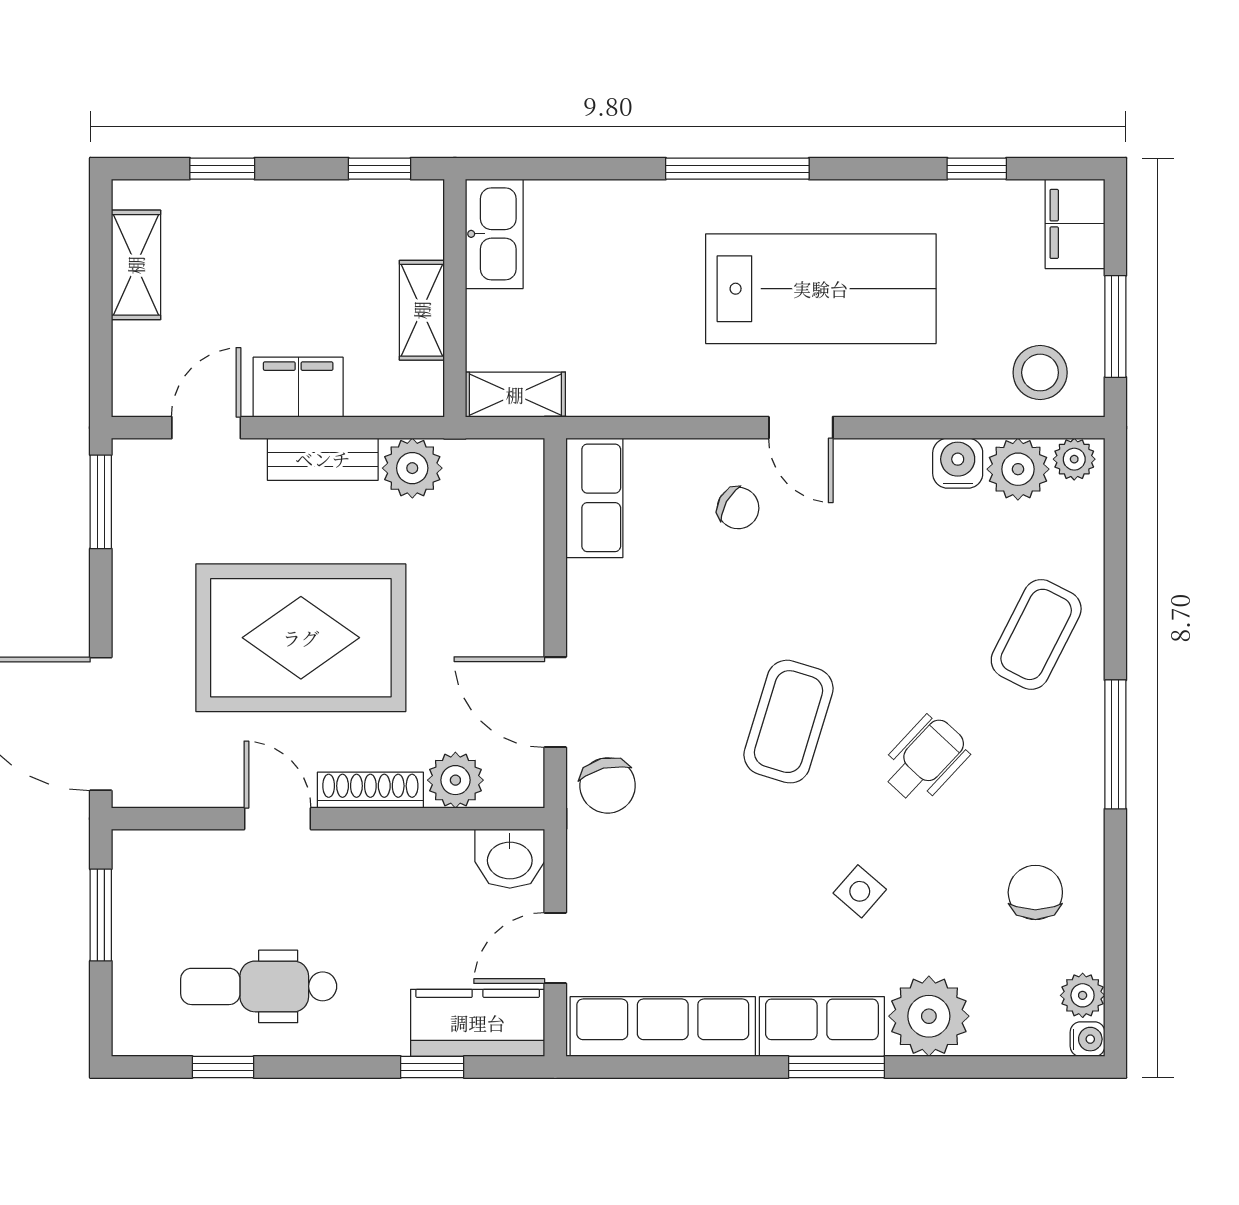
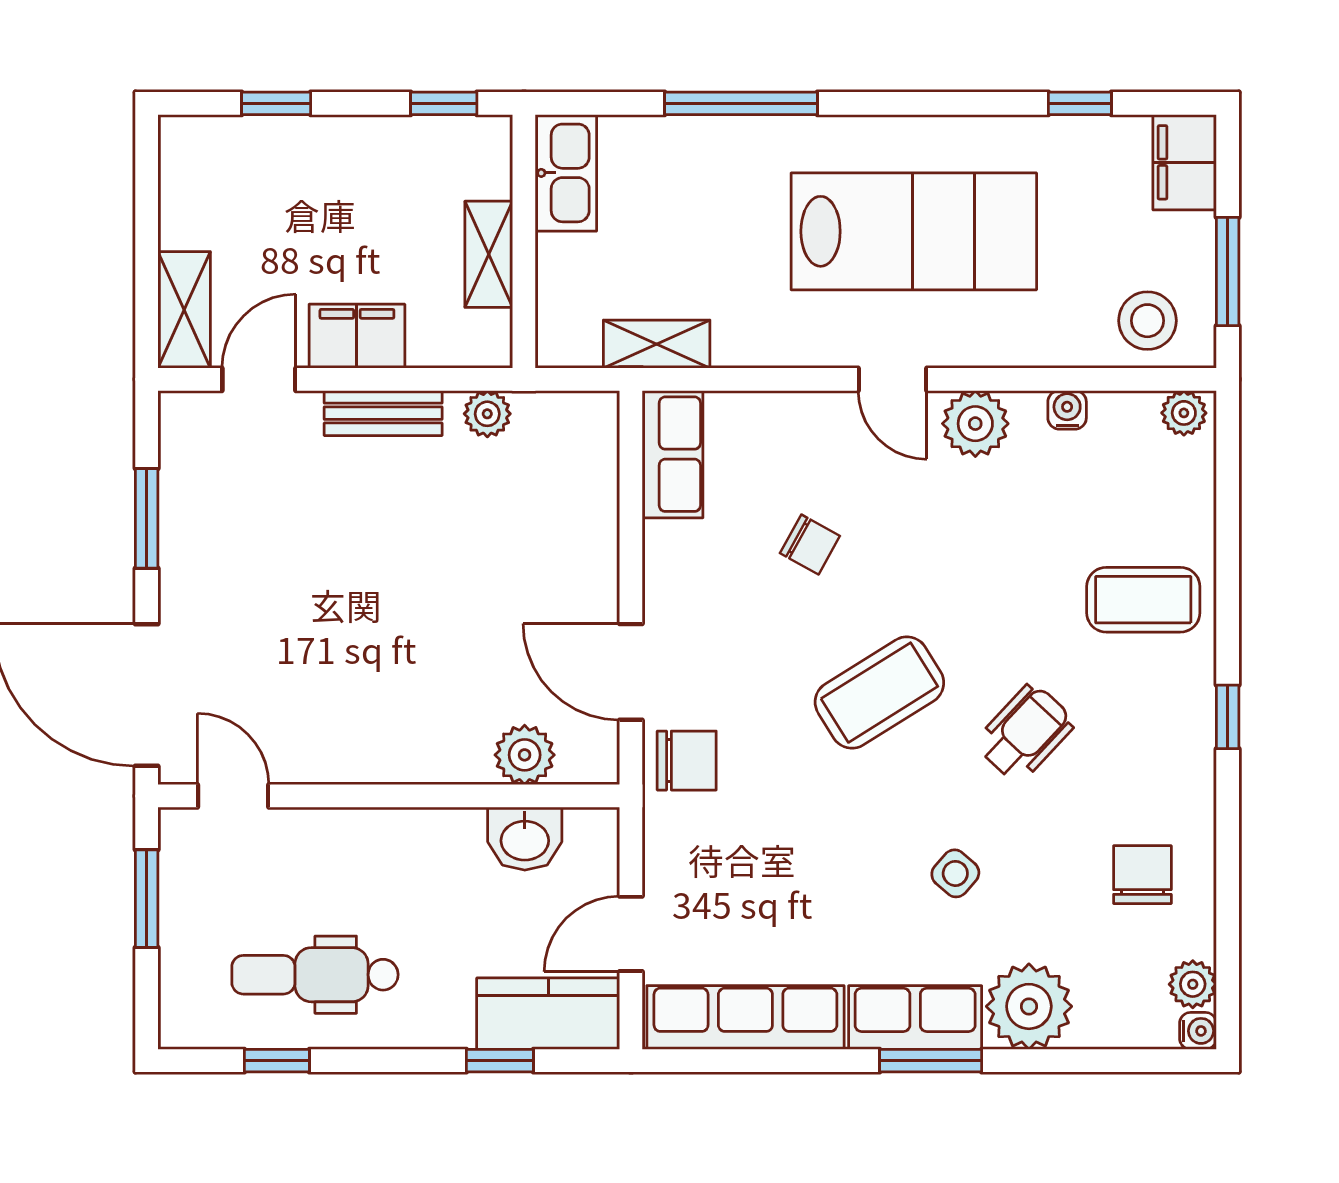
window: (737, 169) -> (741, 103), moved
shelving: (136, 265) -> (184, 310), moved
shelving: (515, 395) -> (657, 344), moved
water cooler: (958, 463) -> (1067, 410), width x0.72, depth x0.72
plant: (412, 468) -> (487, 414), width x0.73, depth x0.73
plant: (1018, 469) -> (975, 424), moved
window: (101, 502) -> (147, 518), moved
chair: (738, 508) -> (810, 545), moved
coffee table: (1036, 634) -> (1143, 600), turned 63
rug: (301, 638) -> (360, 603), removed
coffee table: (789, 722) -> (879, 693), turned 41
window: (1115, 744) -> (1228, 717), width x0.46
chair: (608, 785) -> (687, 761), turned -76
shoe rack: (370, 790) -> (434, 766), removed
door: (278, 819) -> (233, 796), moved
washbasin: (510, 859) -> (525, 839), moved

